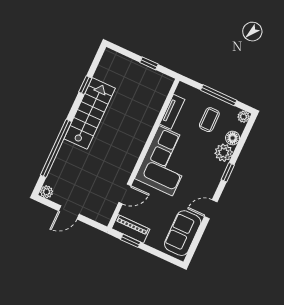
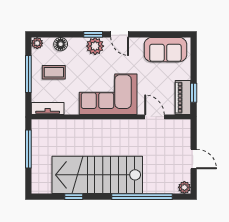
window: (149, 63) -> (28, 149), width x2.17
tv unit: (172, 112) -> (48, 109), moved
stairs: (90, 113) -> (97, 175), width x1.36, depth x1.51
plant: (224, 153) -> (95, 46), moved
door: (211, 209) -> (120, 34), moved

